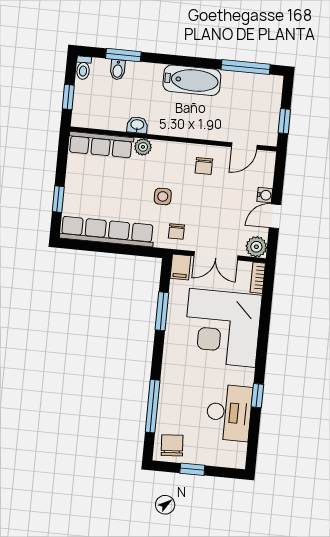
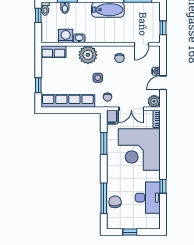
window: (68, 97) -> (38, 15), moved
washing machine: (114, 119) -> (66, 36), added
row of seats: (101, 145) -> (53, 52), width x0.68
plant: (143, 147) -> (88, 55), width x1.87, depth x1.87
chair: (172, 445) -> (115, 202), moved

